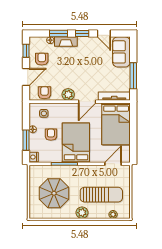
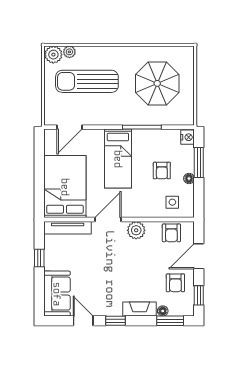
window: (58, 34) -> (170, 321), moved
window: (133, 76) -> (39, 258), width x0.46
bed: (76, 143) -> (118, 159), width x0.67
plant: (82, 213) -> (53, 55), moved

